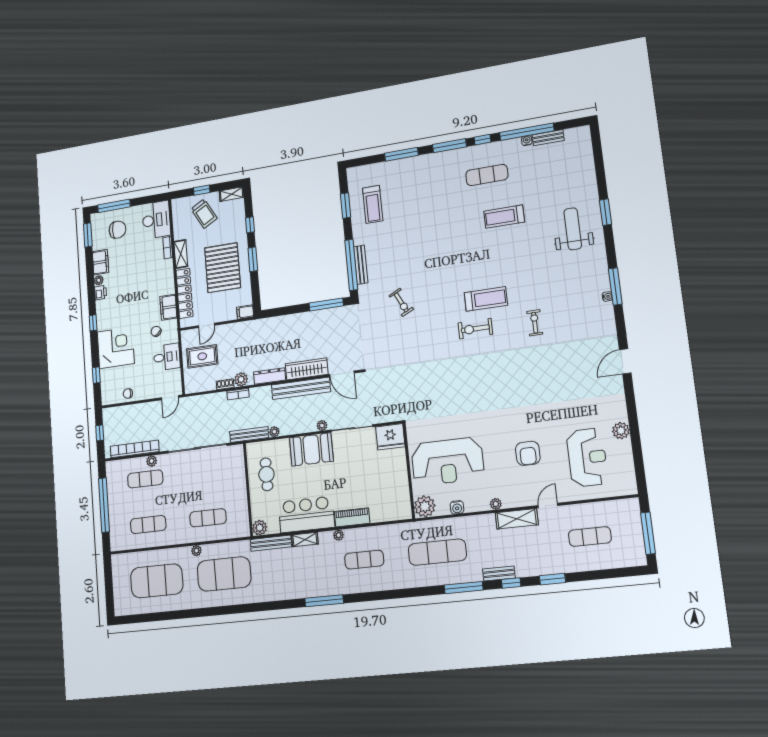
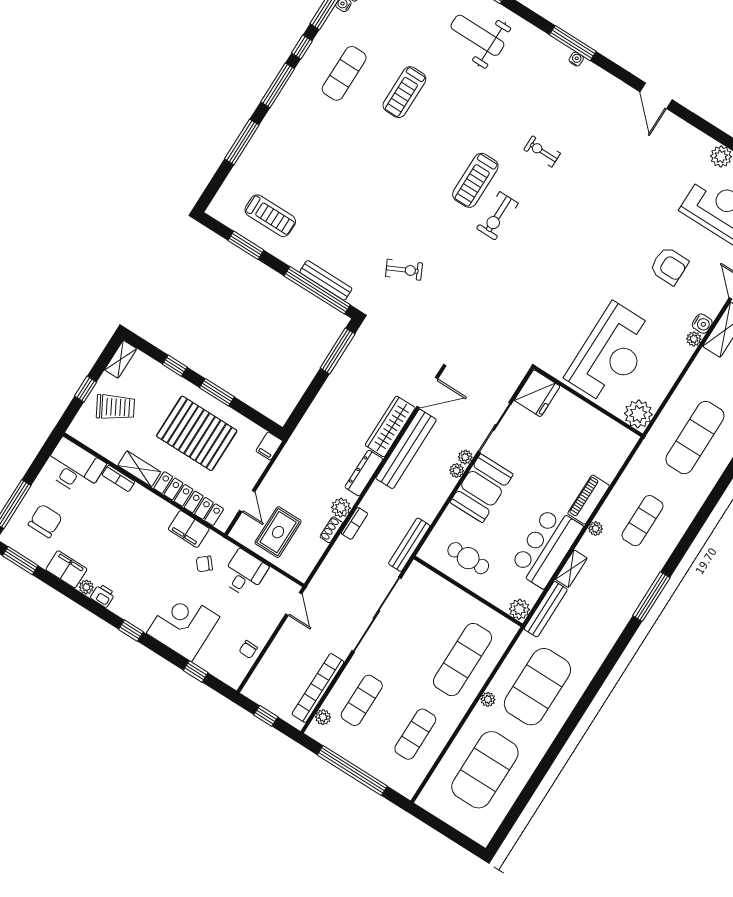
treadmill: (486, 299) -> (475, 180), turned 180
plant: (274, 432) -> (457, 471), moved
plant: (152, 461) -> (323, 717), moved
water cooler: (457, 507) -> (702, 324), moved
exercise mat: (208, 518) -> (463, 660), width x1.36, depth x1.45

